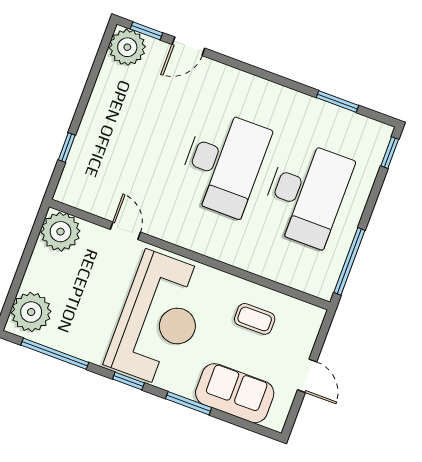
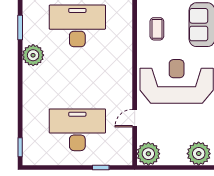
door: (188, 46) -> (20, 121), removed
plant: (127, 47) -> (33, 55), moved
desk: (223, 163) -> (77, 130), moved

